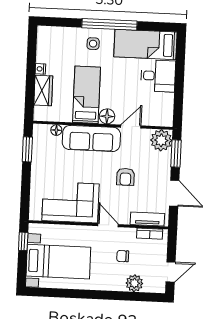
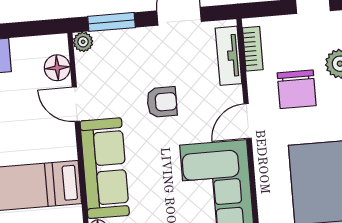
floor lamp: (107, 116) -> (57, 68), moved
plant: (161, 140) -> (83, 42), width x0.53, depth x0.53
chair: (123, 256) -> (297, 89), width x1.87, depth x1.87

